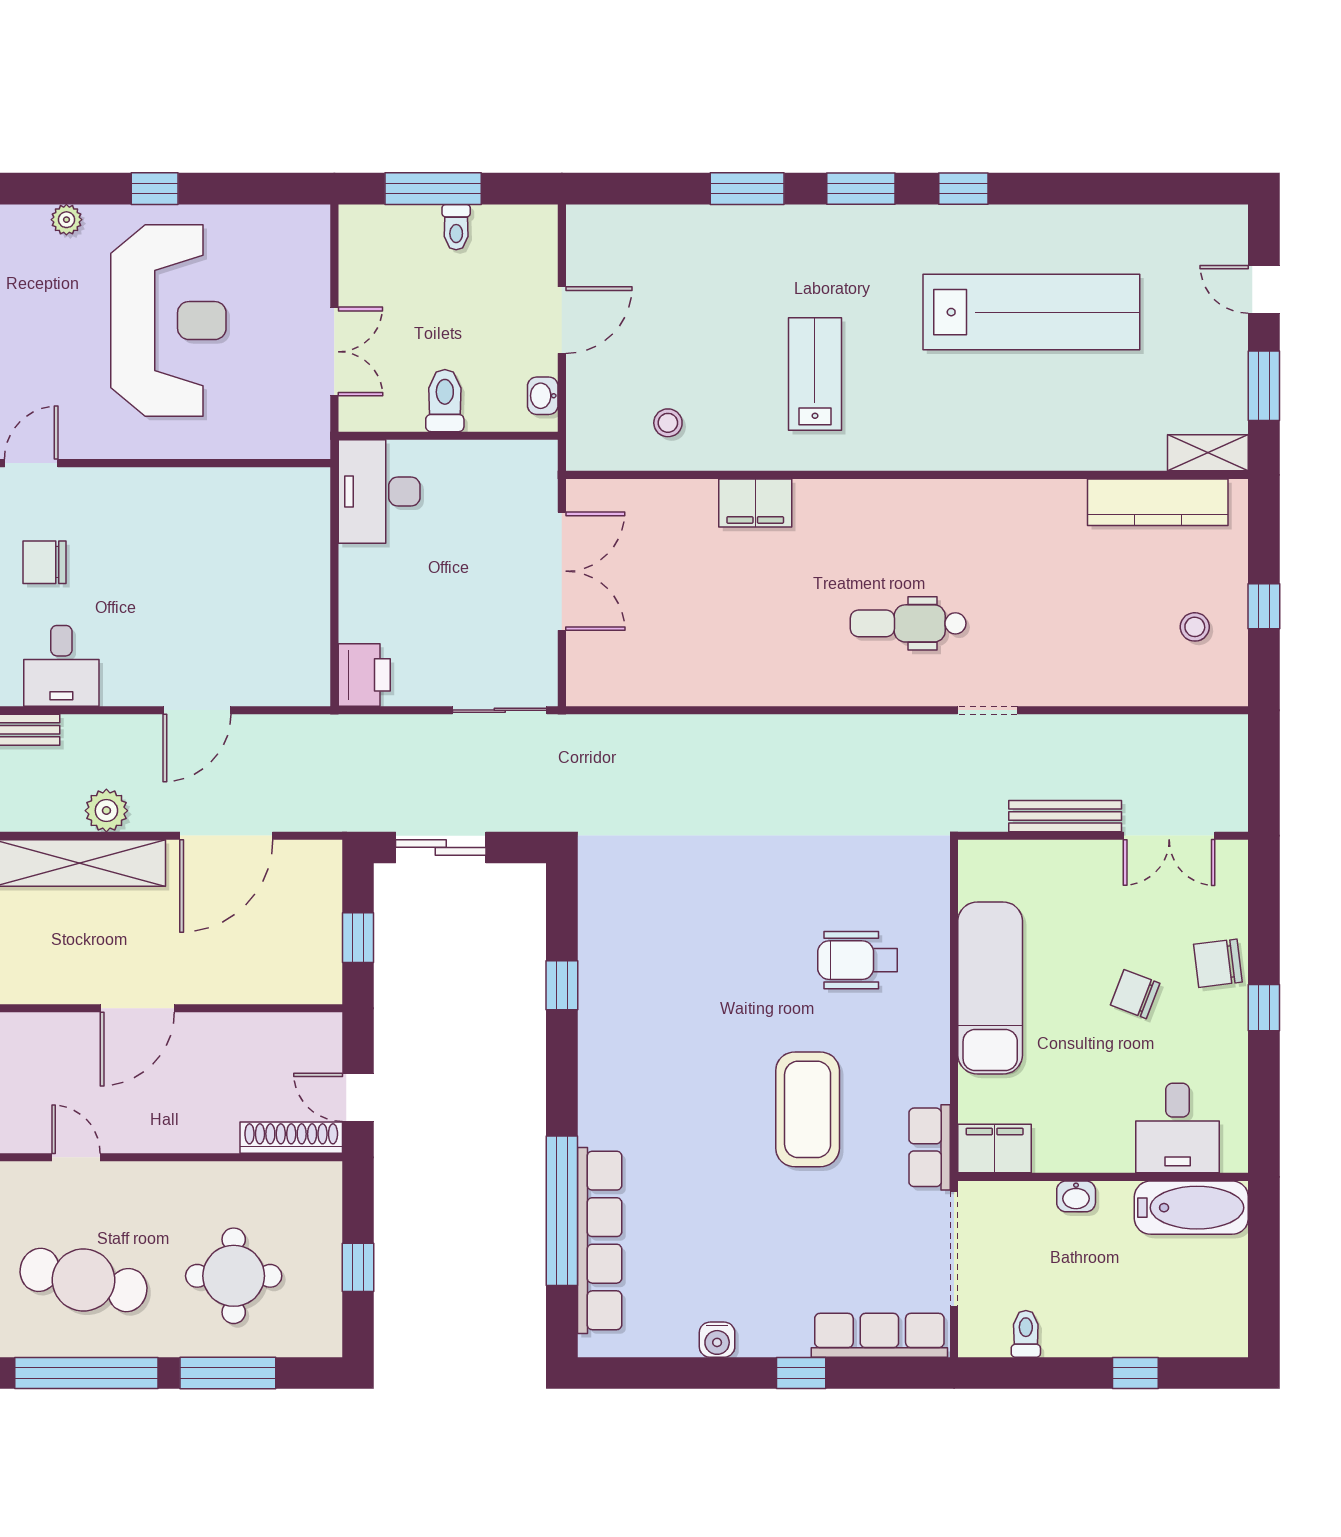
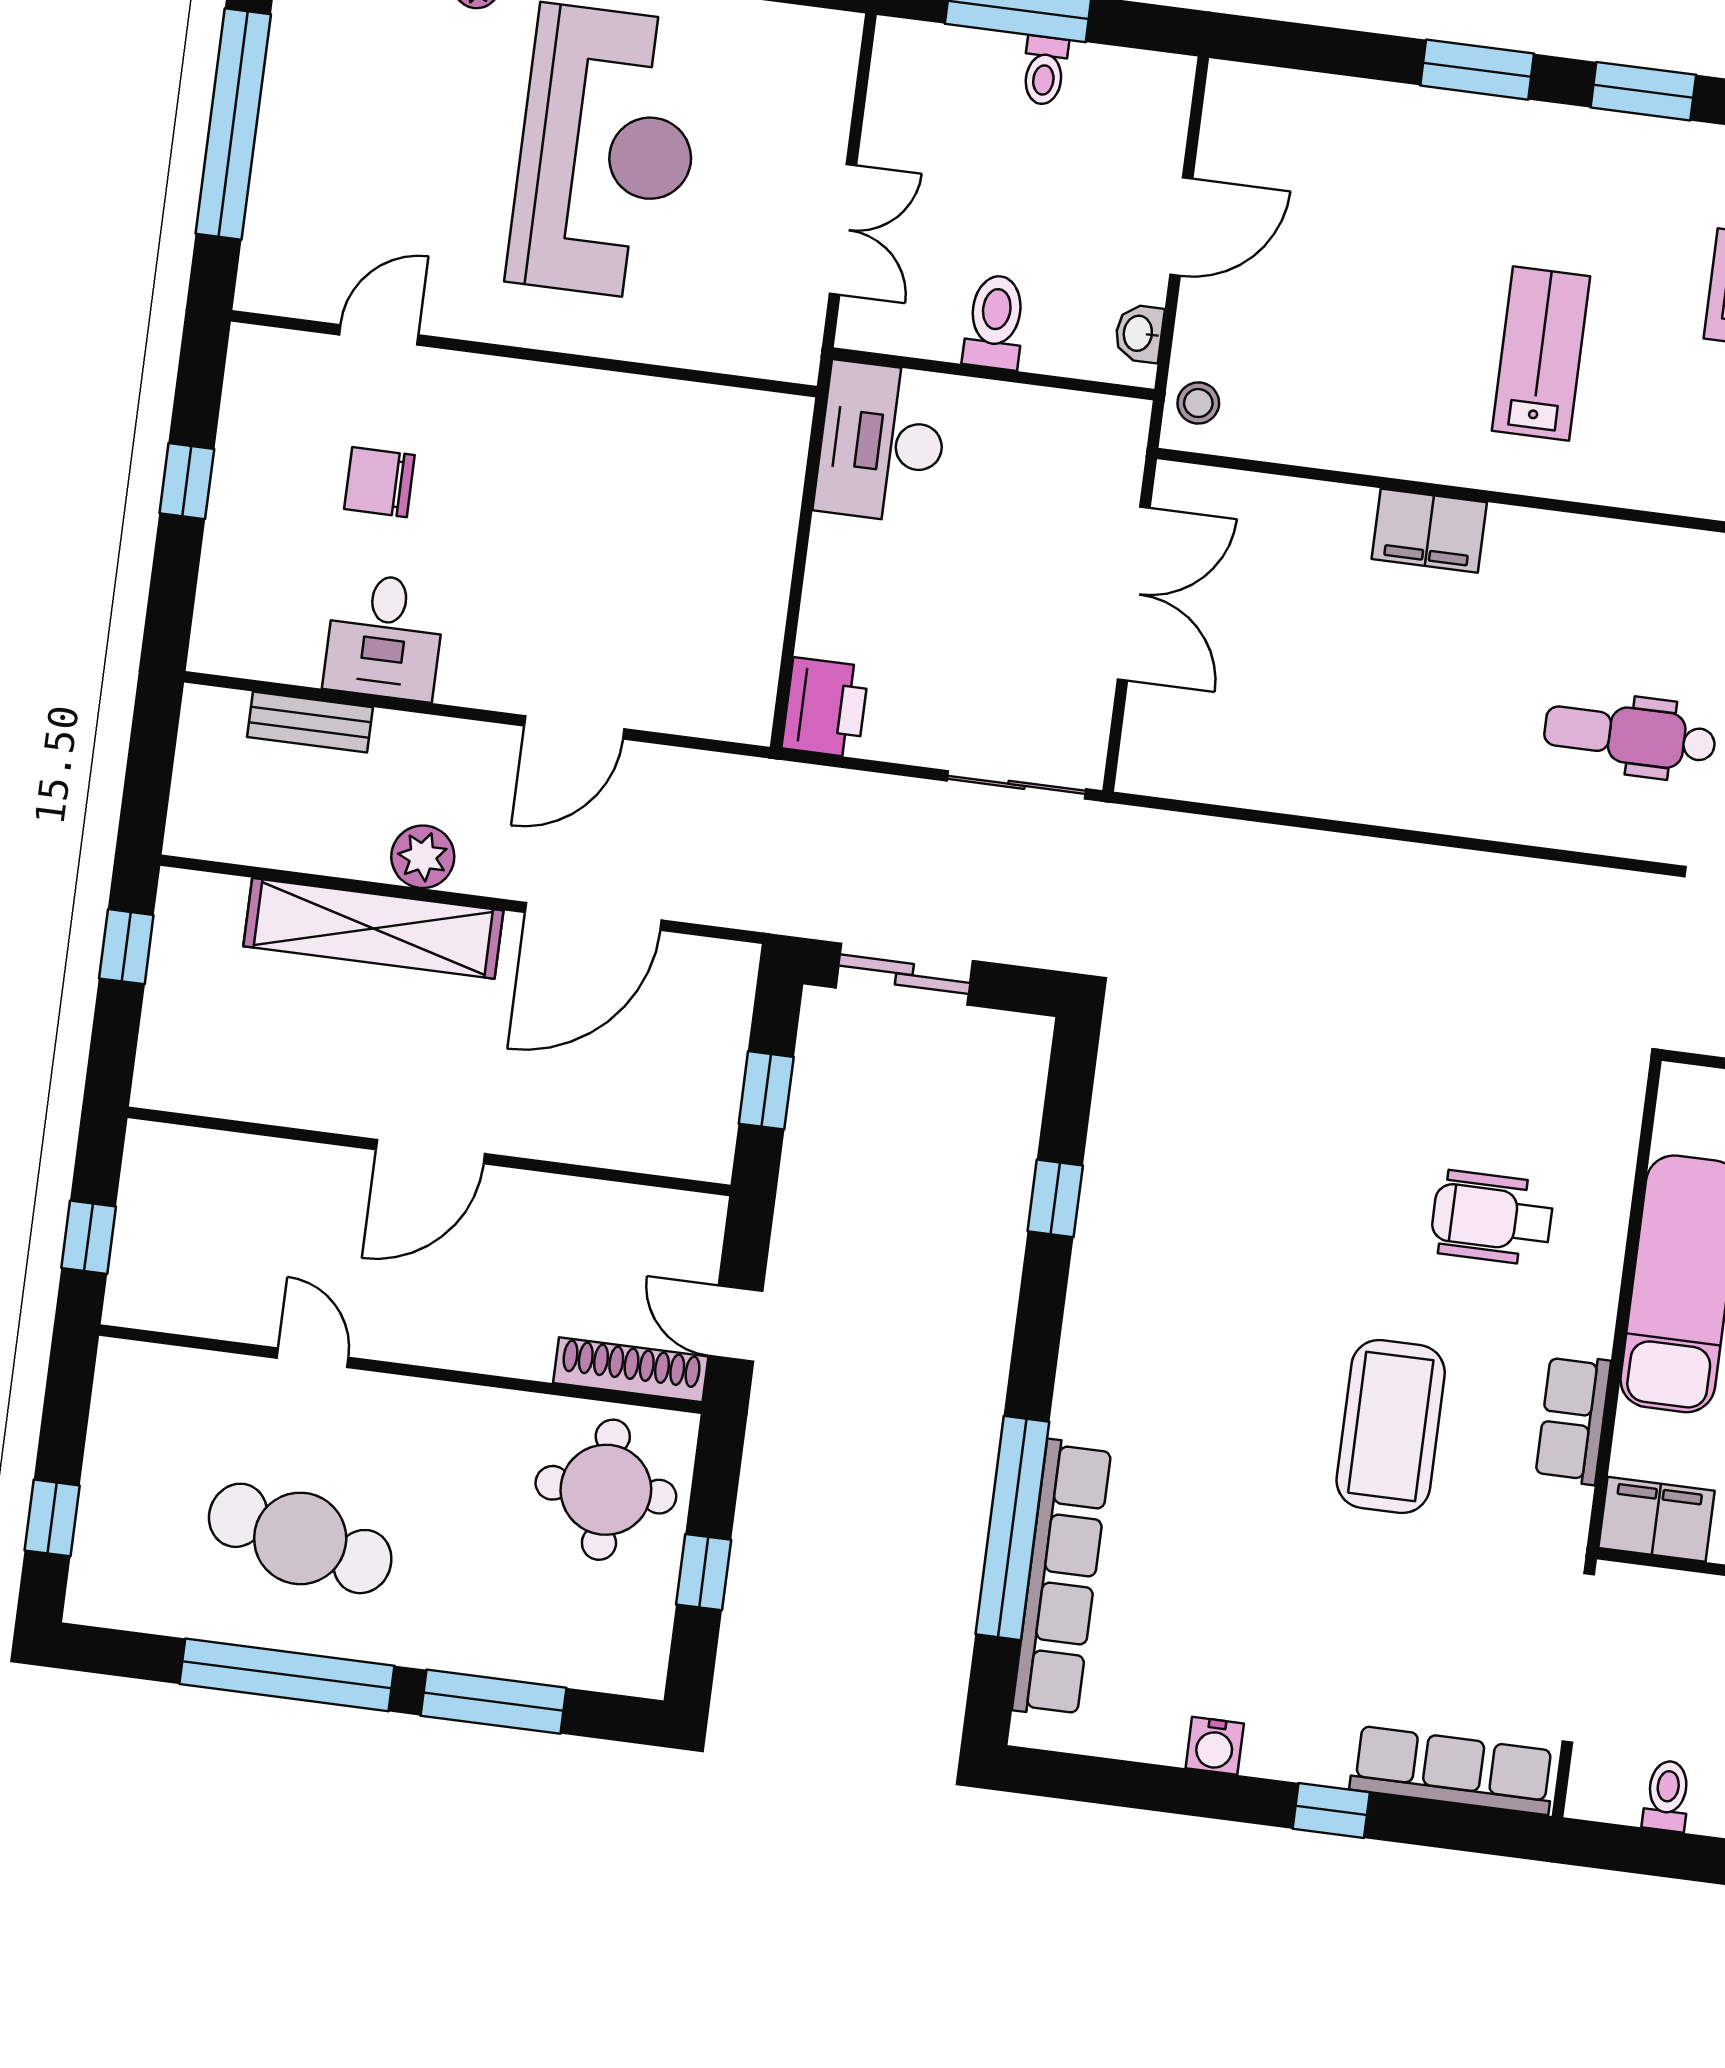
stool: (668, 423) -> (1198, 403), moved
row of seats: (930, 1147) -> (1573, 1419), moved
round table: (234, 1276) -> (606, 1490), moved

